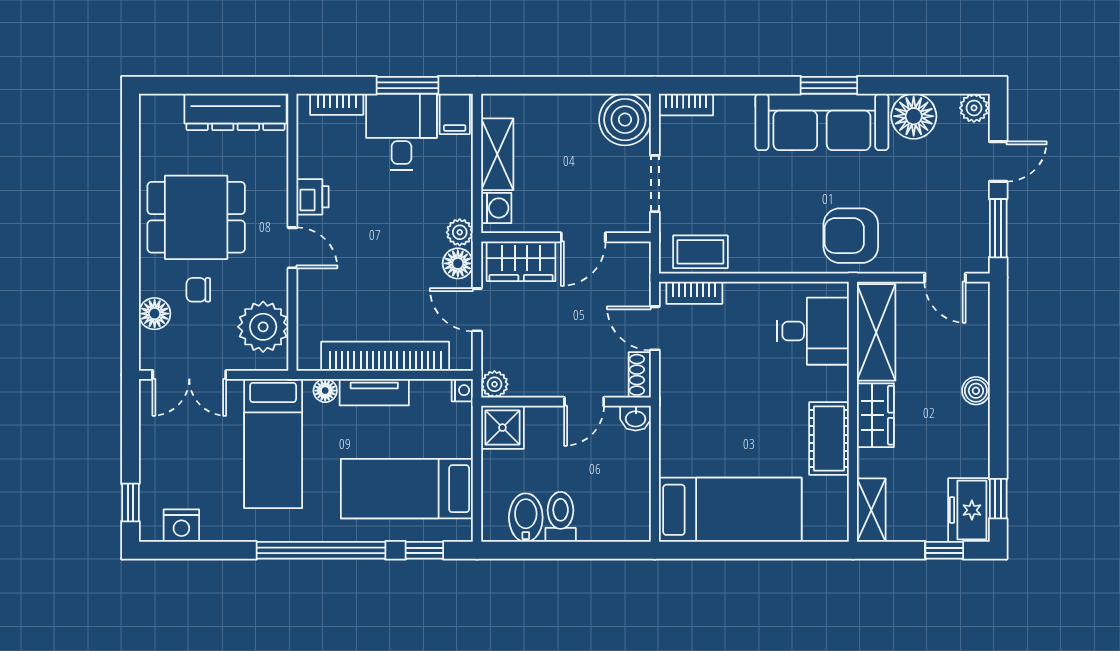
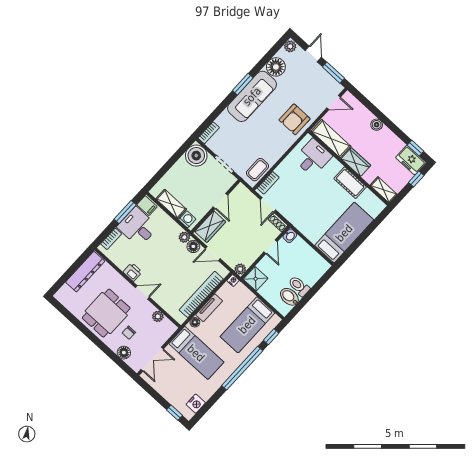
plant: (263, 327) -> (158, 316), width x0.53, depth x0.53
door: (655, 328) -> (268, 205), hinge flipped

